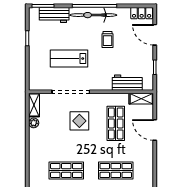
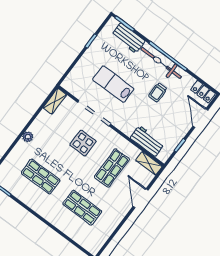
plant: (34, 123) -> (28, 137), moved

